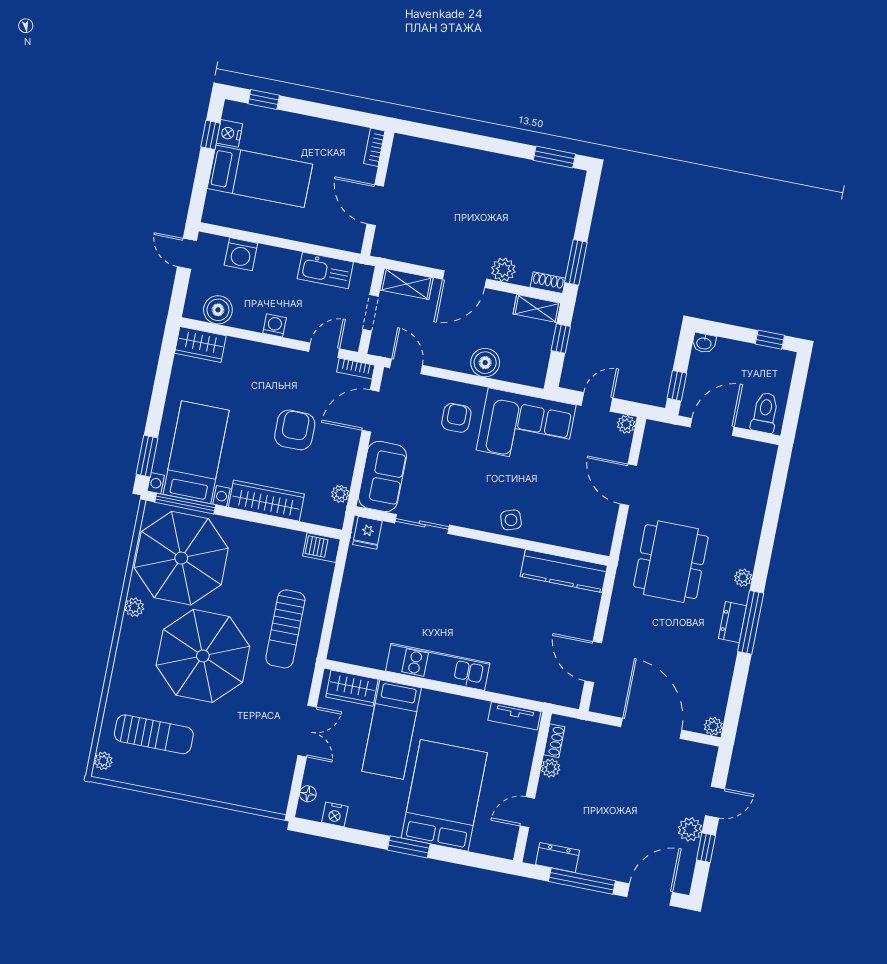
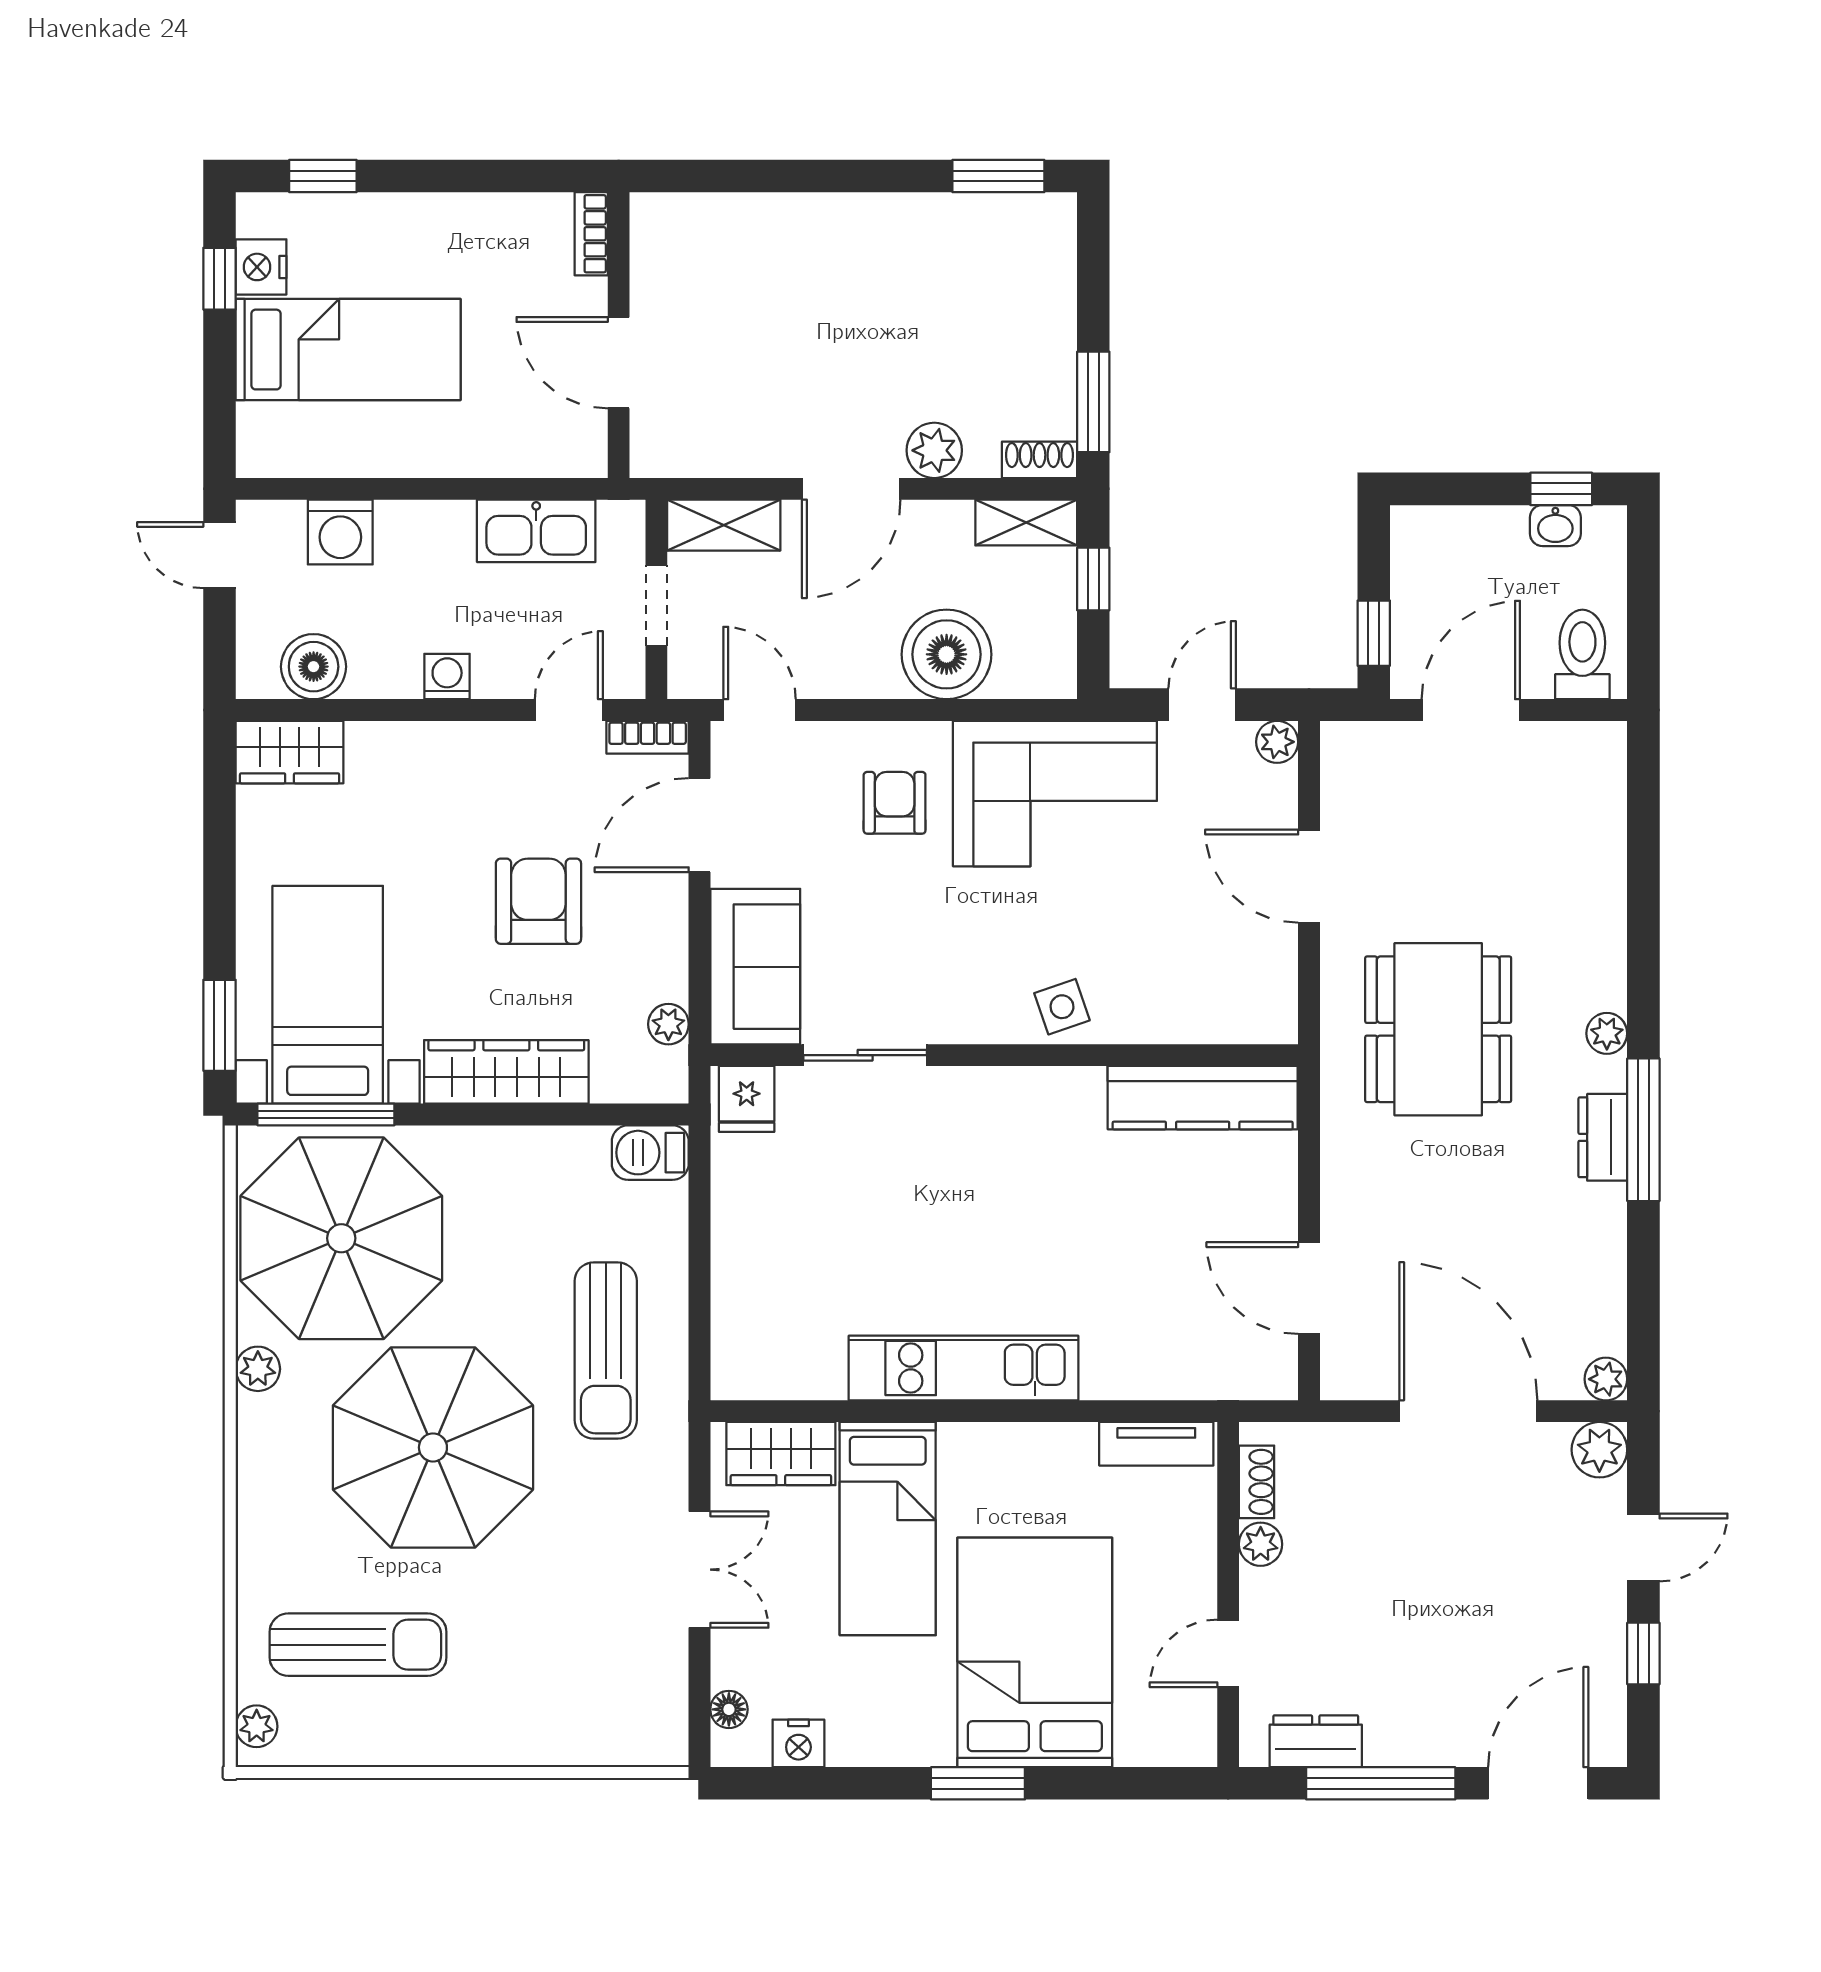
washbasin: (704, 343) -> (1555, 526), moved
boiler: (485, 363) -> (947, 654), width x1.37, depth x1.37
plant: (690, 829) -> (1599, 1450), moved

